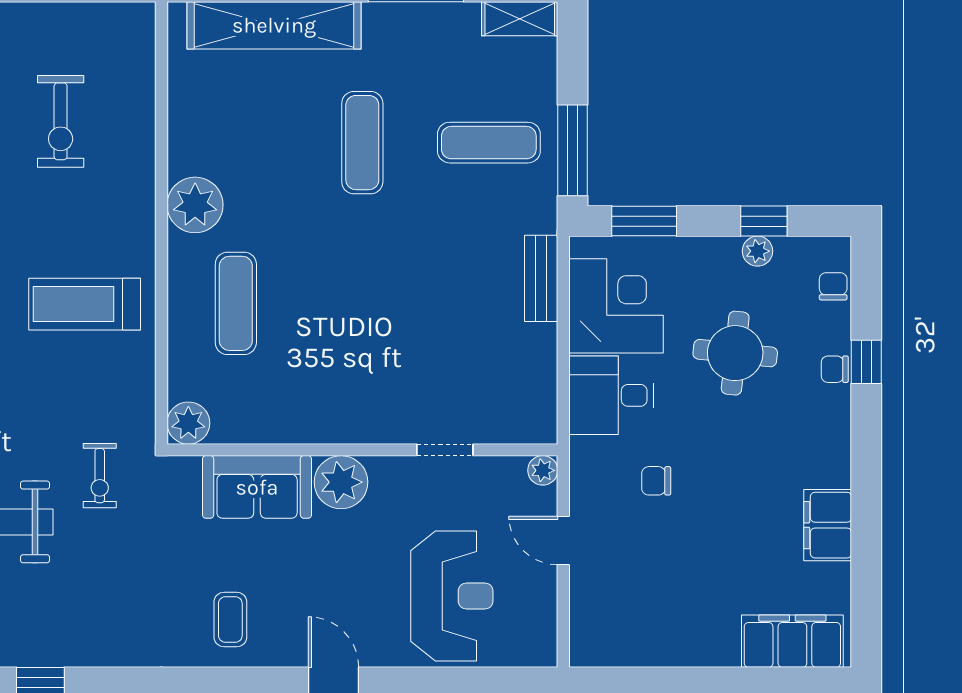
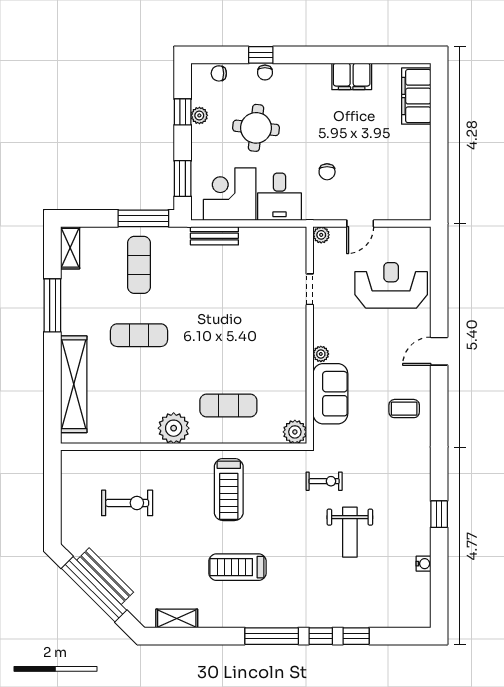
plant: (341, 482) -> (321, 354), width x0.53, depth x0.53

